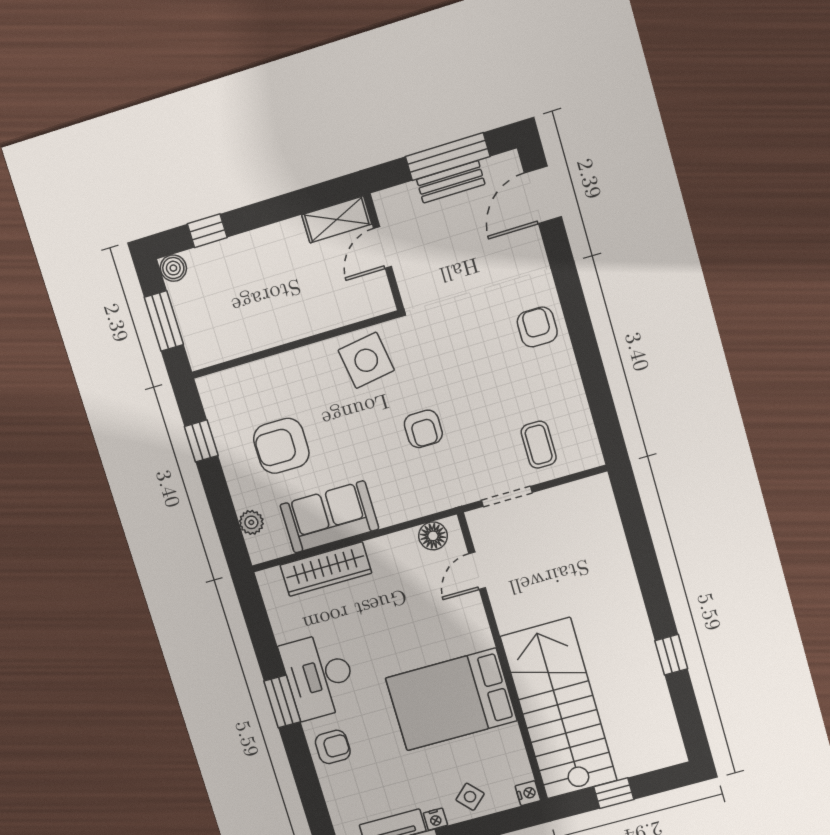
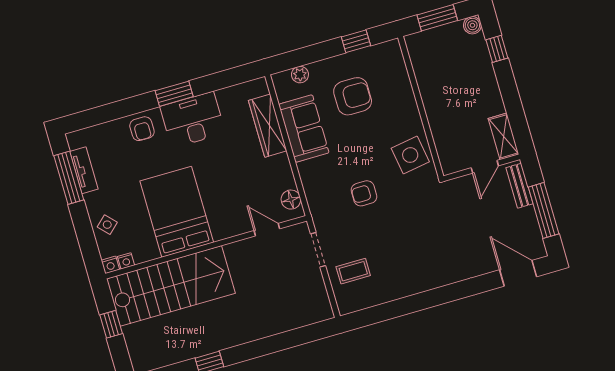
bench: (451, 182) -> (519, 186), moved
door: (383, 248) -> (485, 167), swing flipped
armchair: (537, 327) -> (432, 270), removed
armchair: (281, 446) -> (353, 96), turned 90
nightstand: (435, 819) -> (126, 261), moved, turned -90

